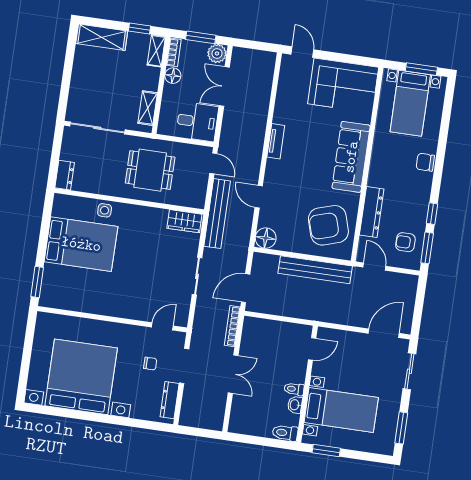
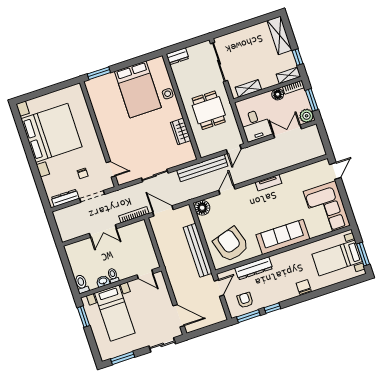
wardrobe: (184, 221) -> (181, 131), moved

